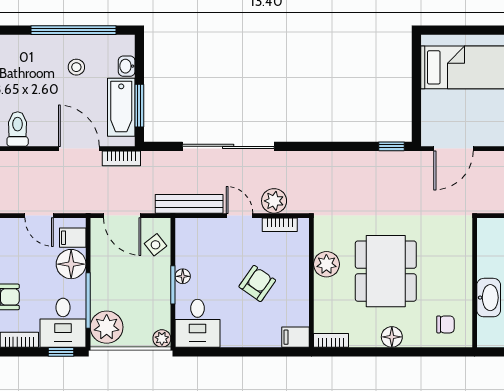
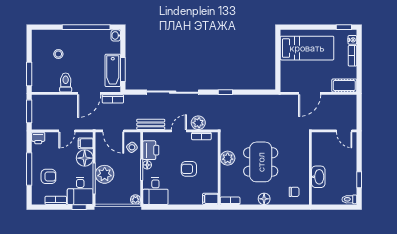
washbasin: (127, 66) -> (116, 35), moved
stool: (76, 67) -> (58, 54), moved
toilet: (18, 129) -> (66, 82), moved
window: (391, 146) -> (225, 92), moved
door: (79, 149) -> (89, 93), swing flipped
door: (453, 149) -> (310, 93), moved
bench: (189, 204) -> (151, 124), width x0.73
door: (39, 216) -> (67, 131), hinge flipped
door: (240, 216) -> (179, 131), hinge flipped
printer: (189, 250) -> (151, 150), added
armchair: (257, 283) -> (189, 169), turned -125
plant: (107, 327) -> (105, 174), moved

